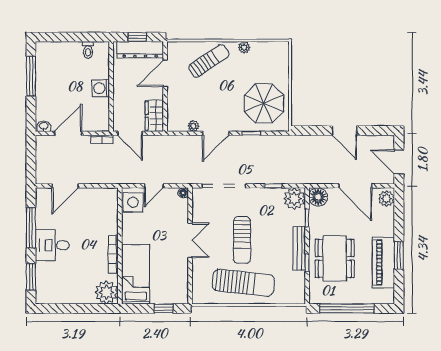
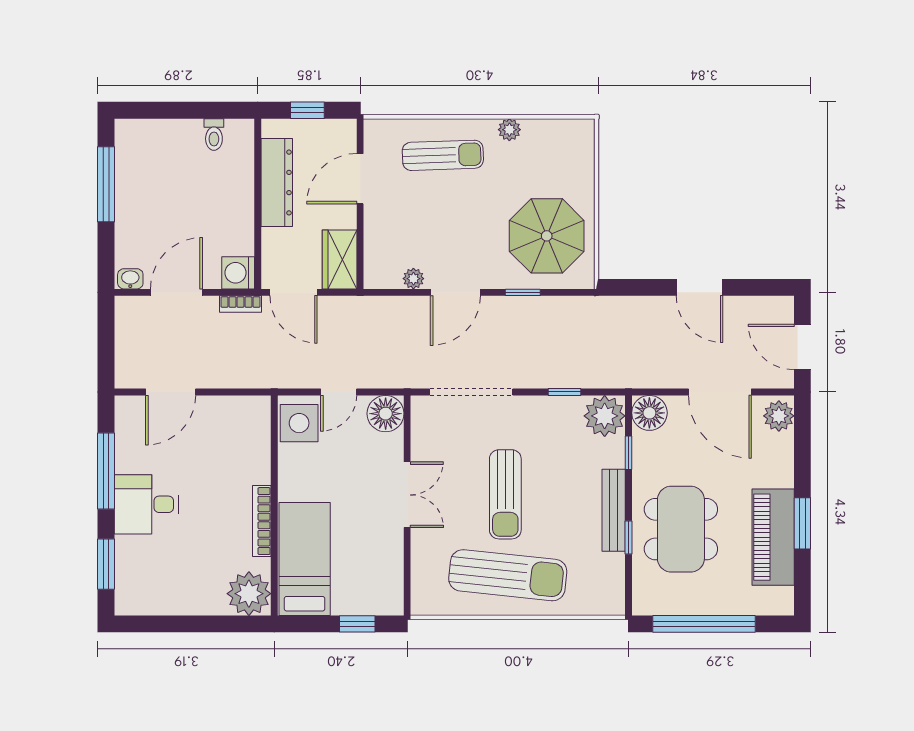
dresser: (140, 50) -> (277, 182), moved, turned -90
sun lounger: (209, 61) -> (443, 155), turned 32
washing machine: (101, 88) -> (238, 273), moved
floor lamp: (183, 193) -> (386, 414), width x1.89, depth x1.89

